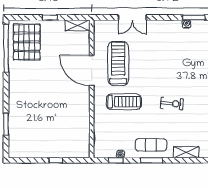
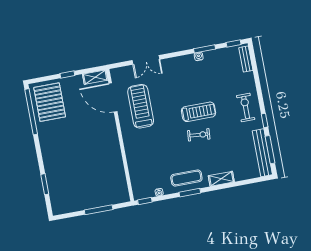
door: (92, 70) -> (113, 98), moved
treadmill: (124, 102) -> (198, 112), moved
window: (56, 160) -> (99, 210), width x2.17
window: (116, 160) -> (145, 201), moved

